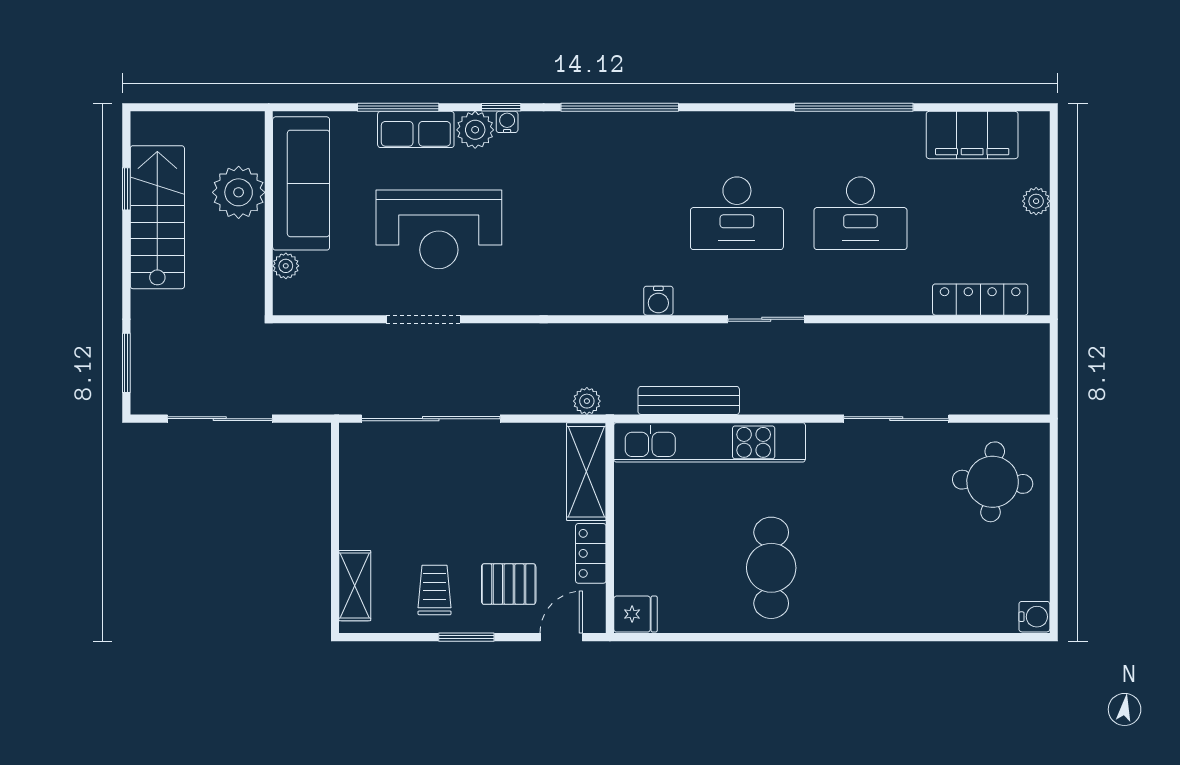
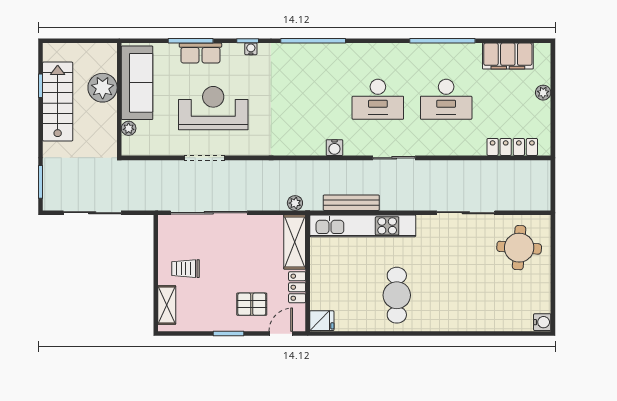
plant: (475, 130) -> (233, 53), removed
reception desk: (439, 229) -> (213, 108), turned 180
trolley: (435, 590) -> (186, 269), moved, turned -90

